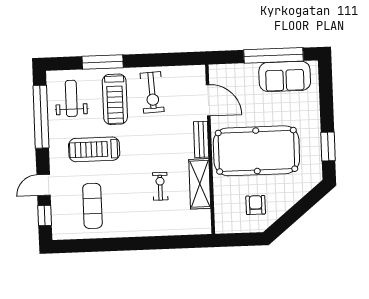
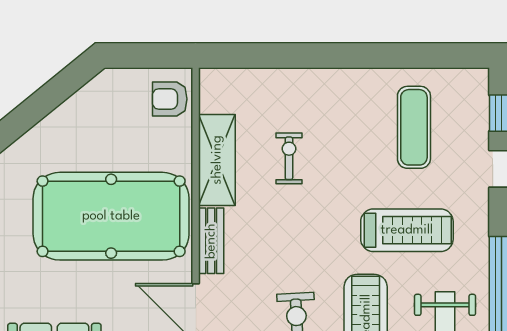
exercise bike: (160, 186) -> (289, 158), turned 180
armchair: (256, 205) -> (170, 99), moved, turned 90

